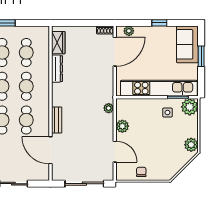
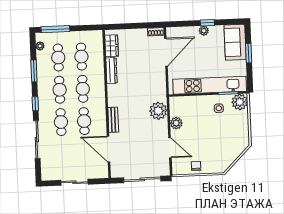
plant: (129, 31) -> (204, 31), moved
plant: (109, 108) -> (158, 111), width x1.87, depth x1.87
plant: (191, 145) -> (243, 138), removed

